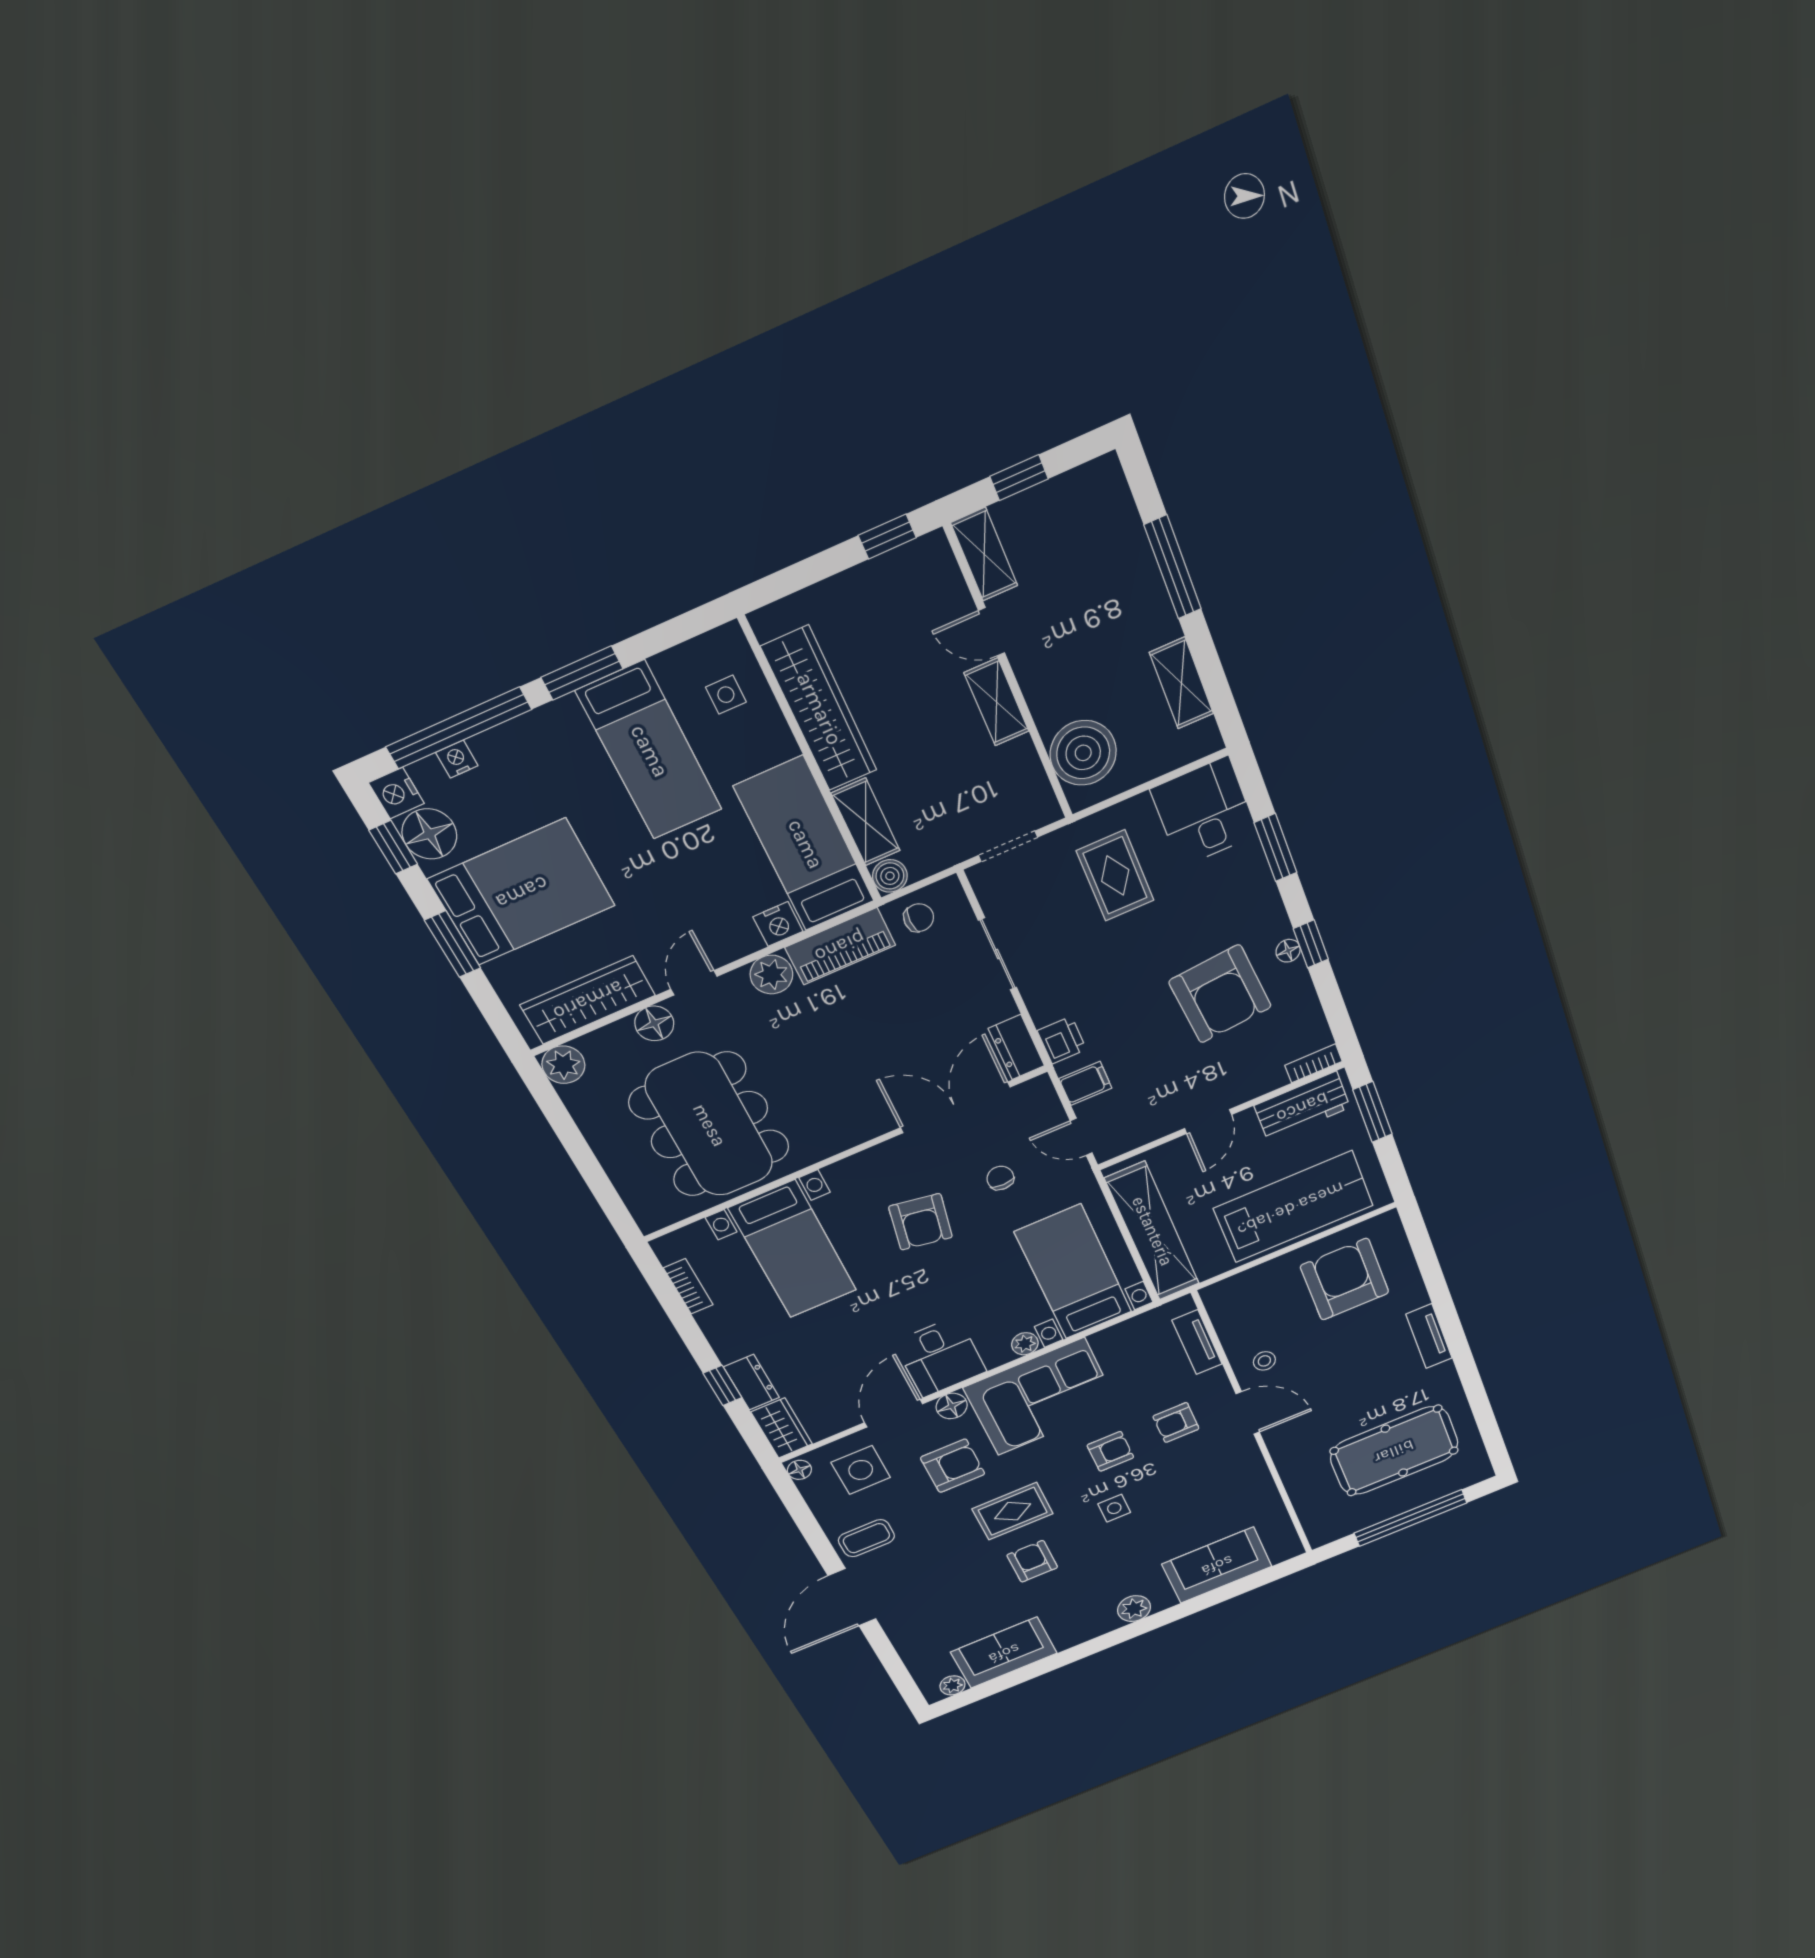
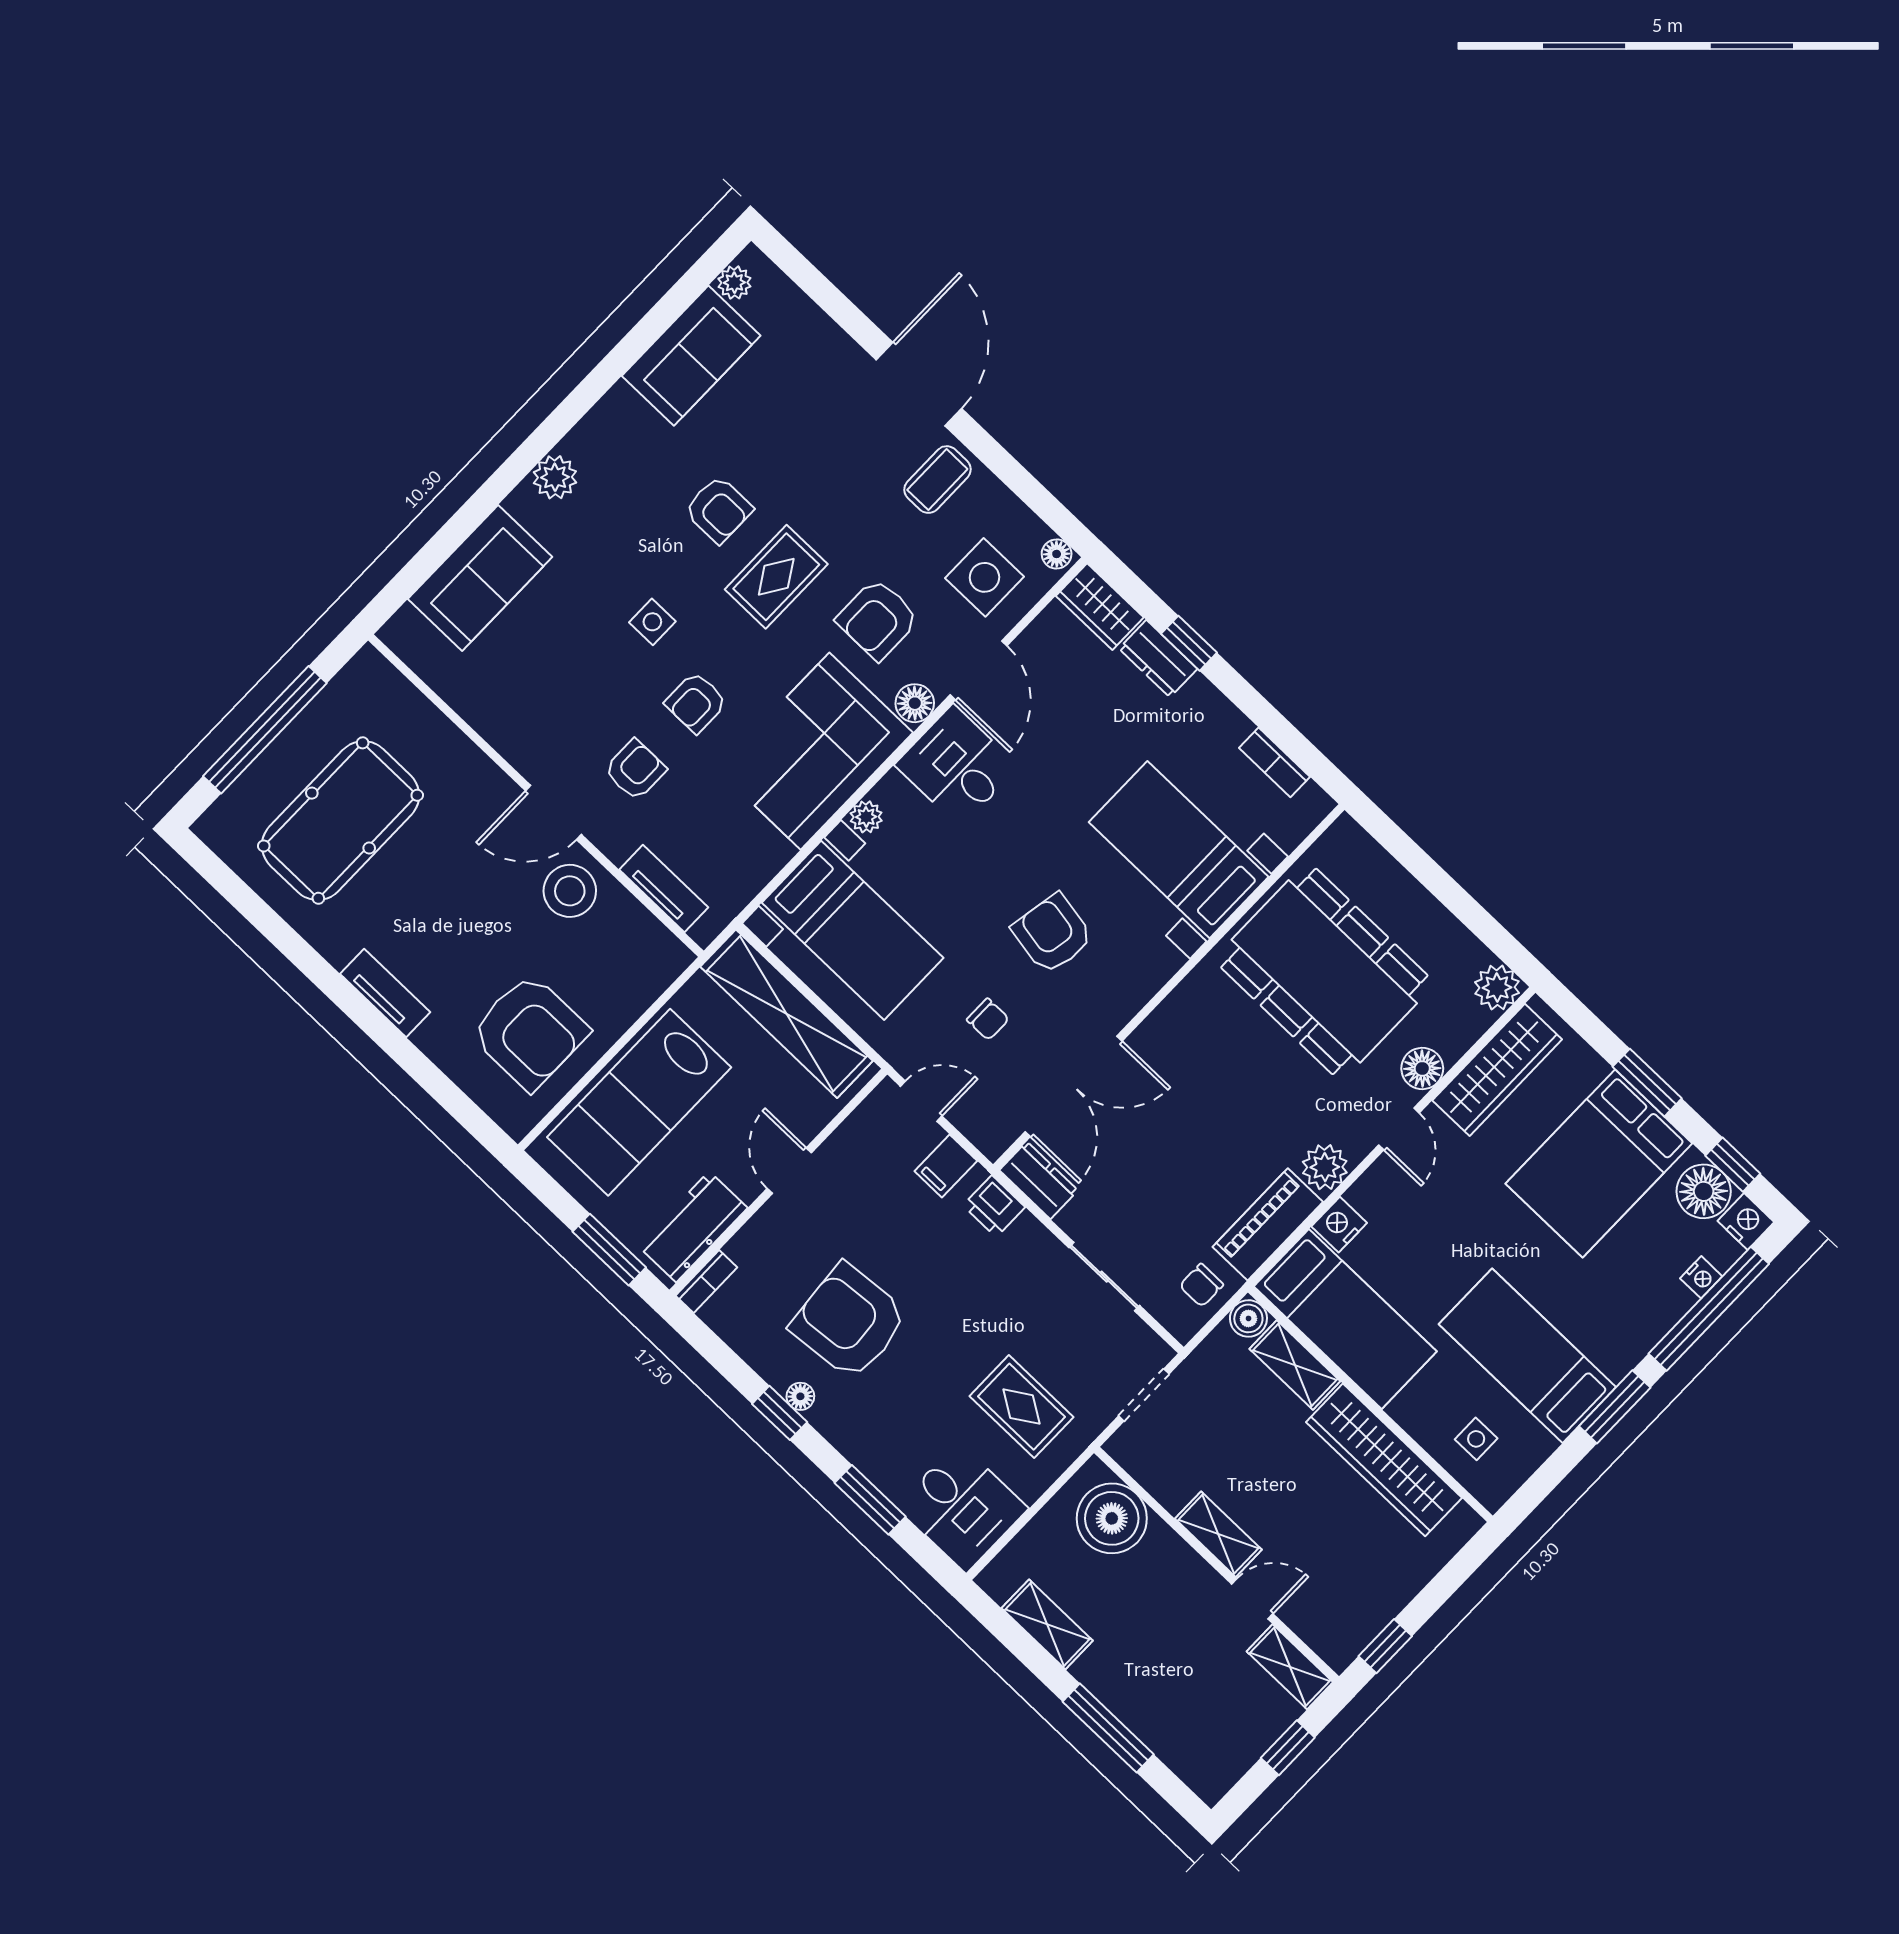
stool: (1264, 1361) -> (570, 891), width x1.89, depth x1.89

